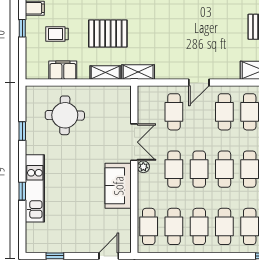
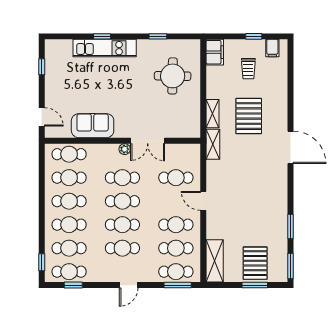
trolley: (57, 34) -> (248, 69), turned 180
filing cabinet: (63, 70) -> (215, 52), moved
sofa: (118, 186) -> (93, 126), moved

